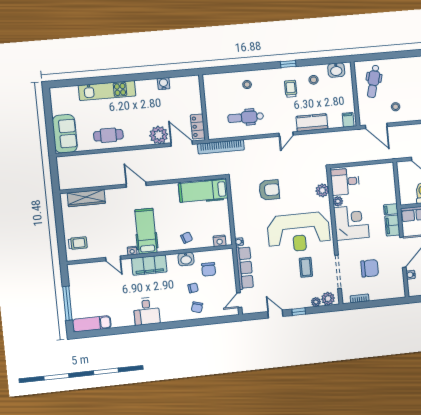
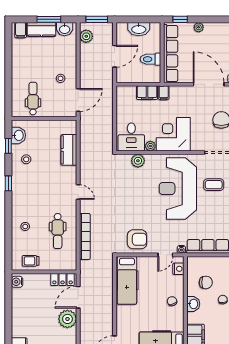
window: (325, 61) -> (8, 146), added
dental chair: (373, 81) -> (33, 99), turned -104
water cooler: (164, 84) -> (17, 282), moved
trolley: (291, 89) -> (31, 261), moved
filing cabinet: (348, 120) -> (69, 128), removed
kitchen counter: (312, 123) -> (69, 150), moved
bookcase: (221, 147) -> (85, 237), moved
armchair: (269, 190) -> (137, 239), moved, turned 90
door: (232, 226) -> (165, 255), added
filing cabinet: (392, 226) -> (147, 93), moved
reception desk: (299, 232) -> (178, 189), turned 180

